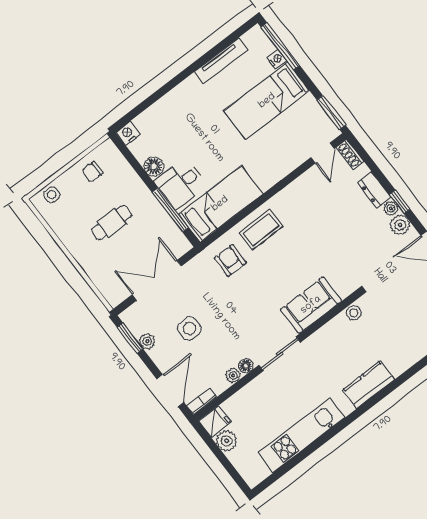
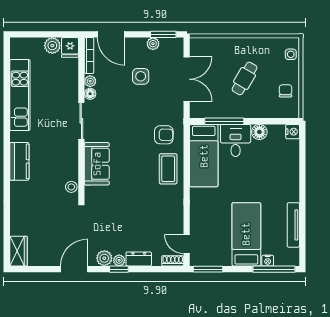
cafe table: (112, 223) -> (245, 78), turned 30
bookcase: (202, 401) -> (89, 56), width x1.56

